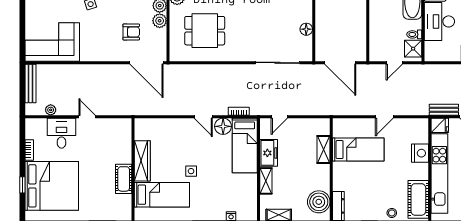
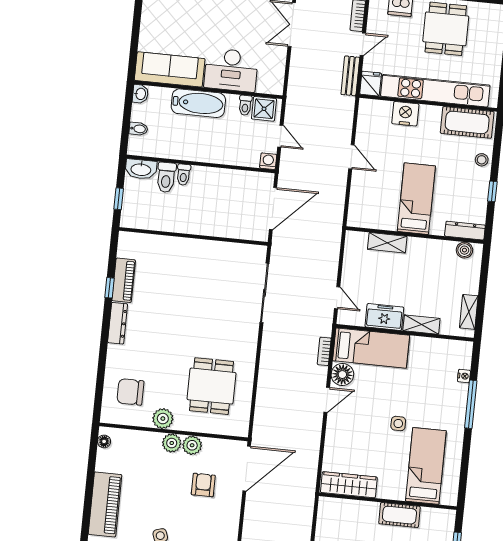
floor lamp: (306, 29) -> (223, 250), removed
washing machine: (375, 56) -> (268, 161), added
bed: (358, 150) -> (416, 199), moved
wardrobe: (142, 161) -> (349, 485), moved
boiler: (319, 202) -> (464, 250), width x0.54, depth x0.54

